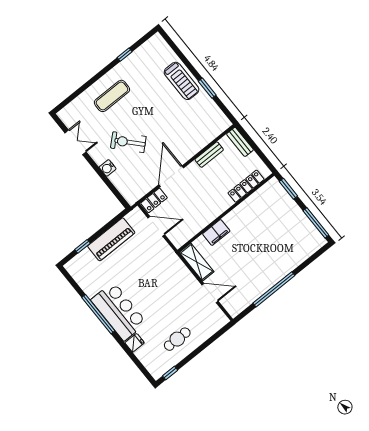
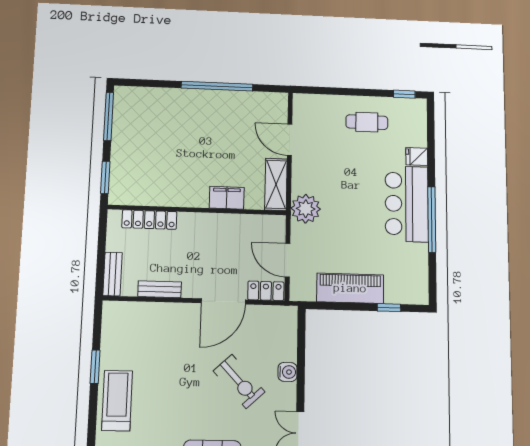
plant: (170, 262) -> (306, 209), added

